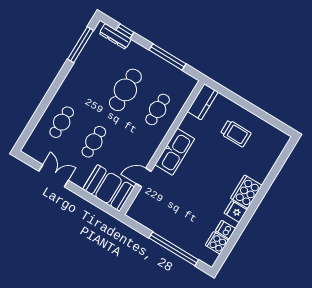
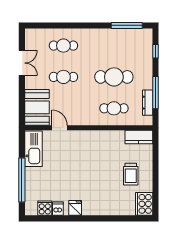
dresser: (115, 36) -> (148, 103), moved
kitchen sink: (175, 152) -> (33, 149), moved, turned -90
cooker: (246, 192) -> (144, 204), moved, turned -90

